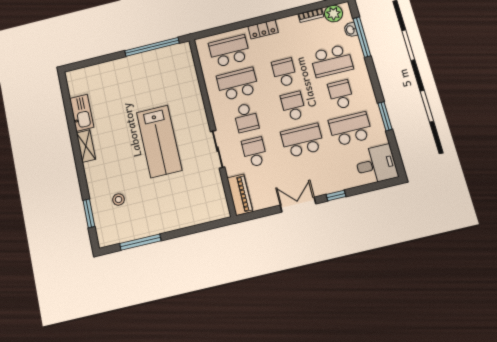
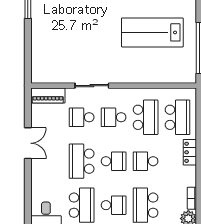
school desk: (284, 72) -> (146, 161), turned 180
school desk: (302, 140) -> (82, 161), turned 180
lab bench: (159, 141) -> (152, 32), moved
school desk: (255, 152) -> (82, 117), turned 180
window: (336, 196) -> (28, 177), removed

